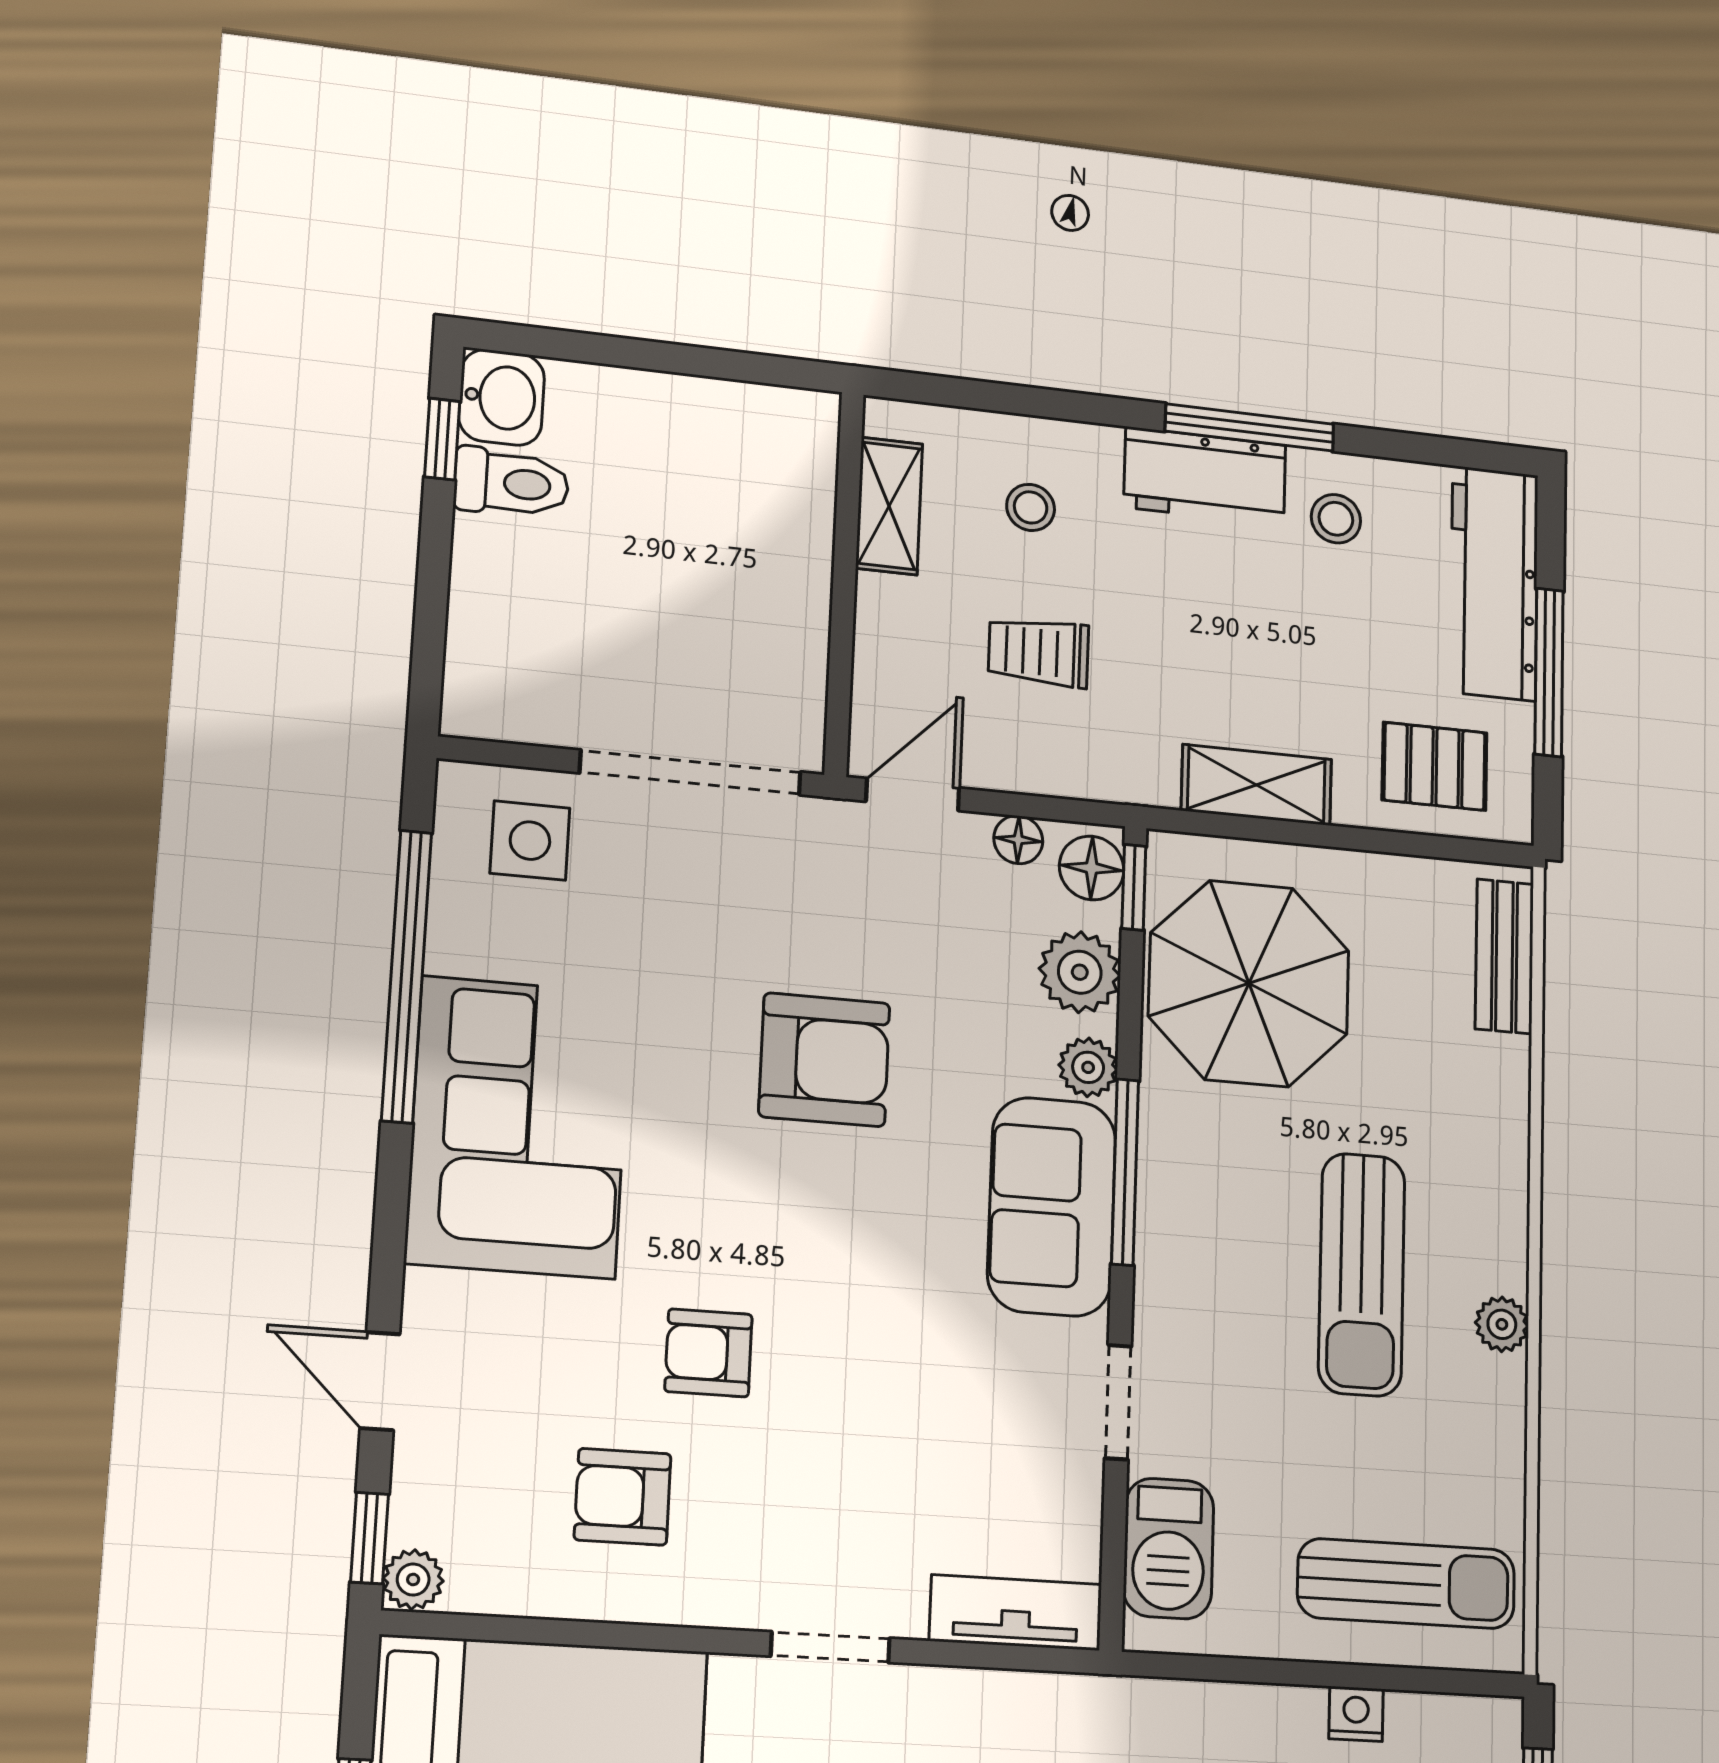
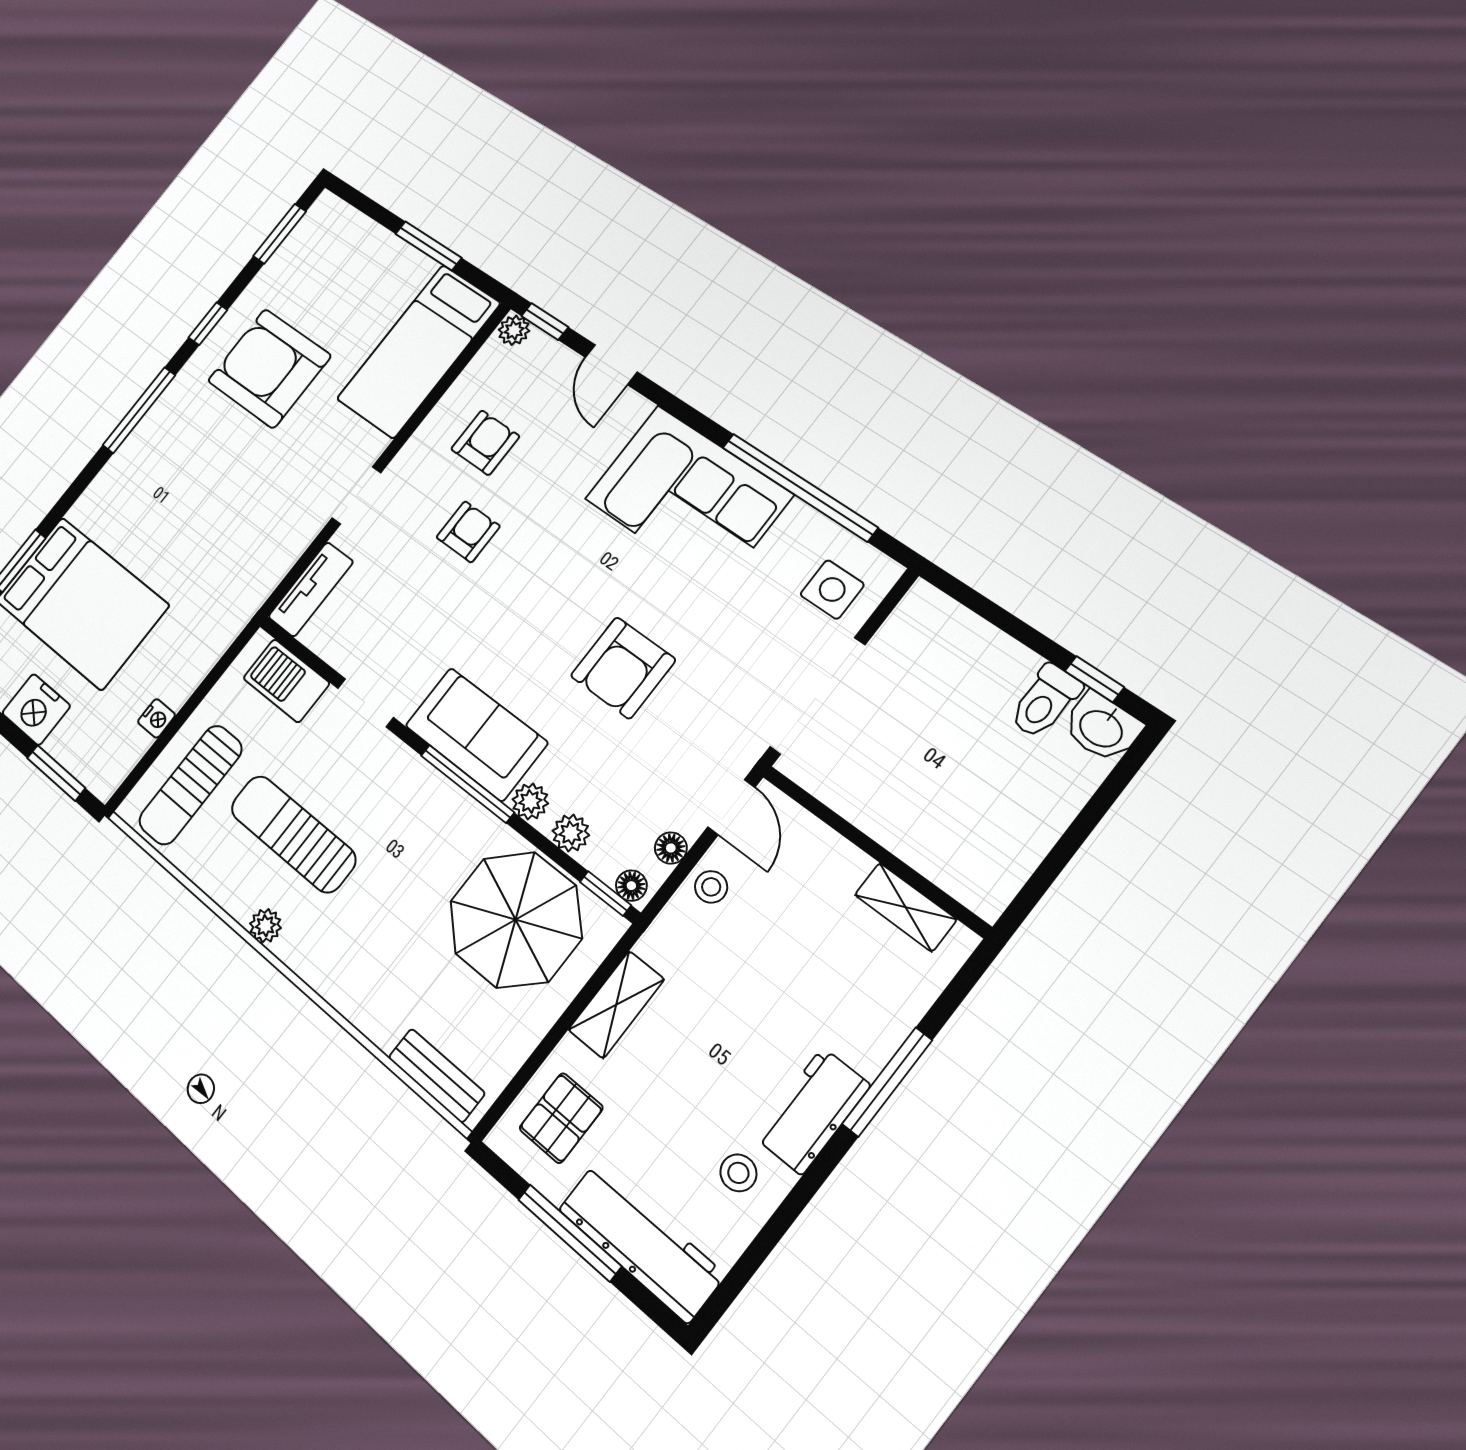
window: (1250, 428) -> (887, 1082), moved
stool: (1031, 507) -> (711, 887), moved
trolley: (1038, 652) -> (768, 934), removed
floor lamp: (1092, 868) -> (631, 886), width x0.73, depth x0.73
plant: (1080, 972) -> (571, 833), width x0.73, depth x0.73
sun lounger: (1362, 1274) -> (293, 834), moved
armchair: (709, 1353) -> (468, 532), moved
door: (380, 1381) -> (611, 365), swing flipped

